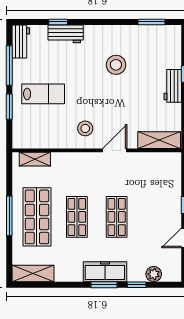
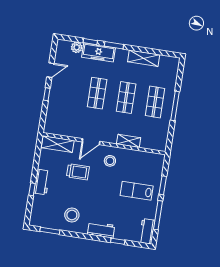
workbench: (66, 34) -> (101, 230), moved
stool: (116, 65) -> (72, 215), moved
trolley: (126, 107) -> (78, 172), added
shelving: (35, 159) -> (129, 141), moved
shop shelf: (37, 217) -> (155, 102), width x0.70, depth x0.74
freezer: (105, 272) -> (99, 53), moved
shelving: (33, 273) -> (144, 58), moved

